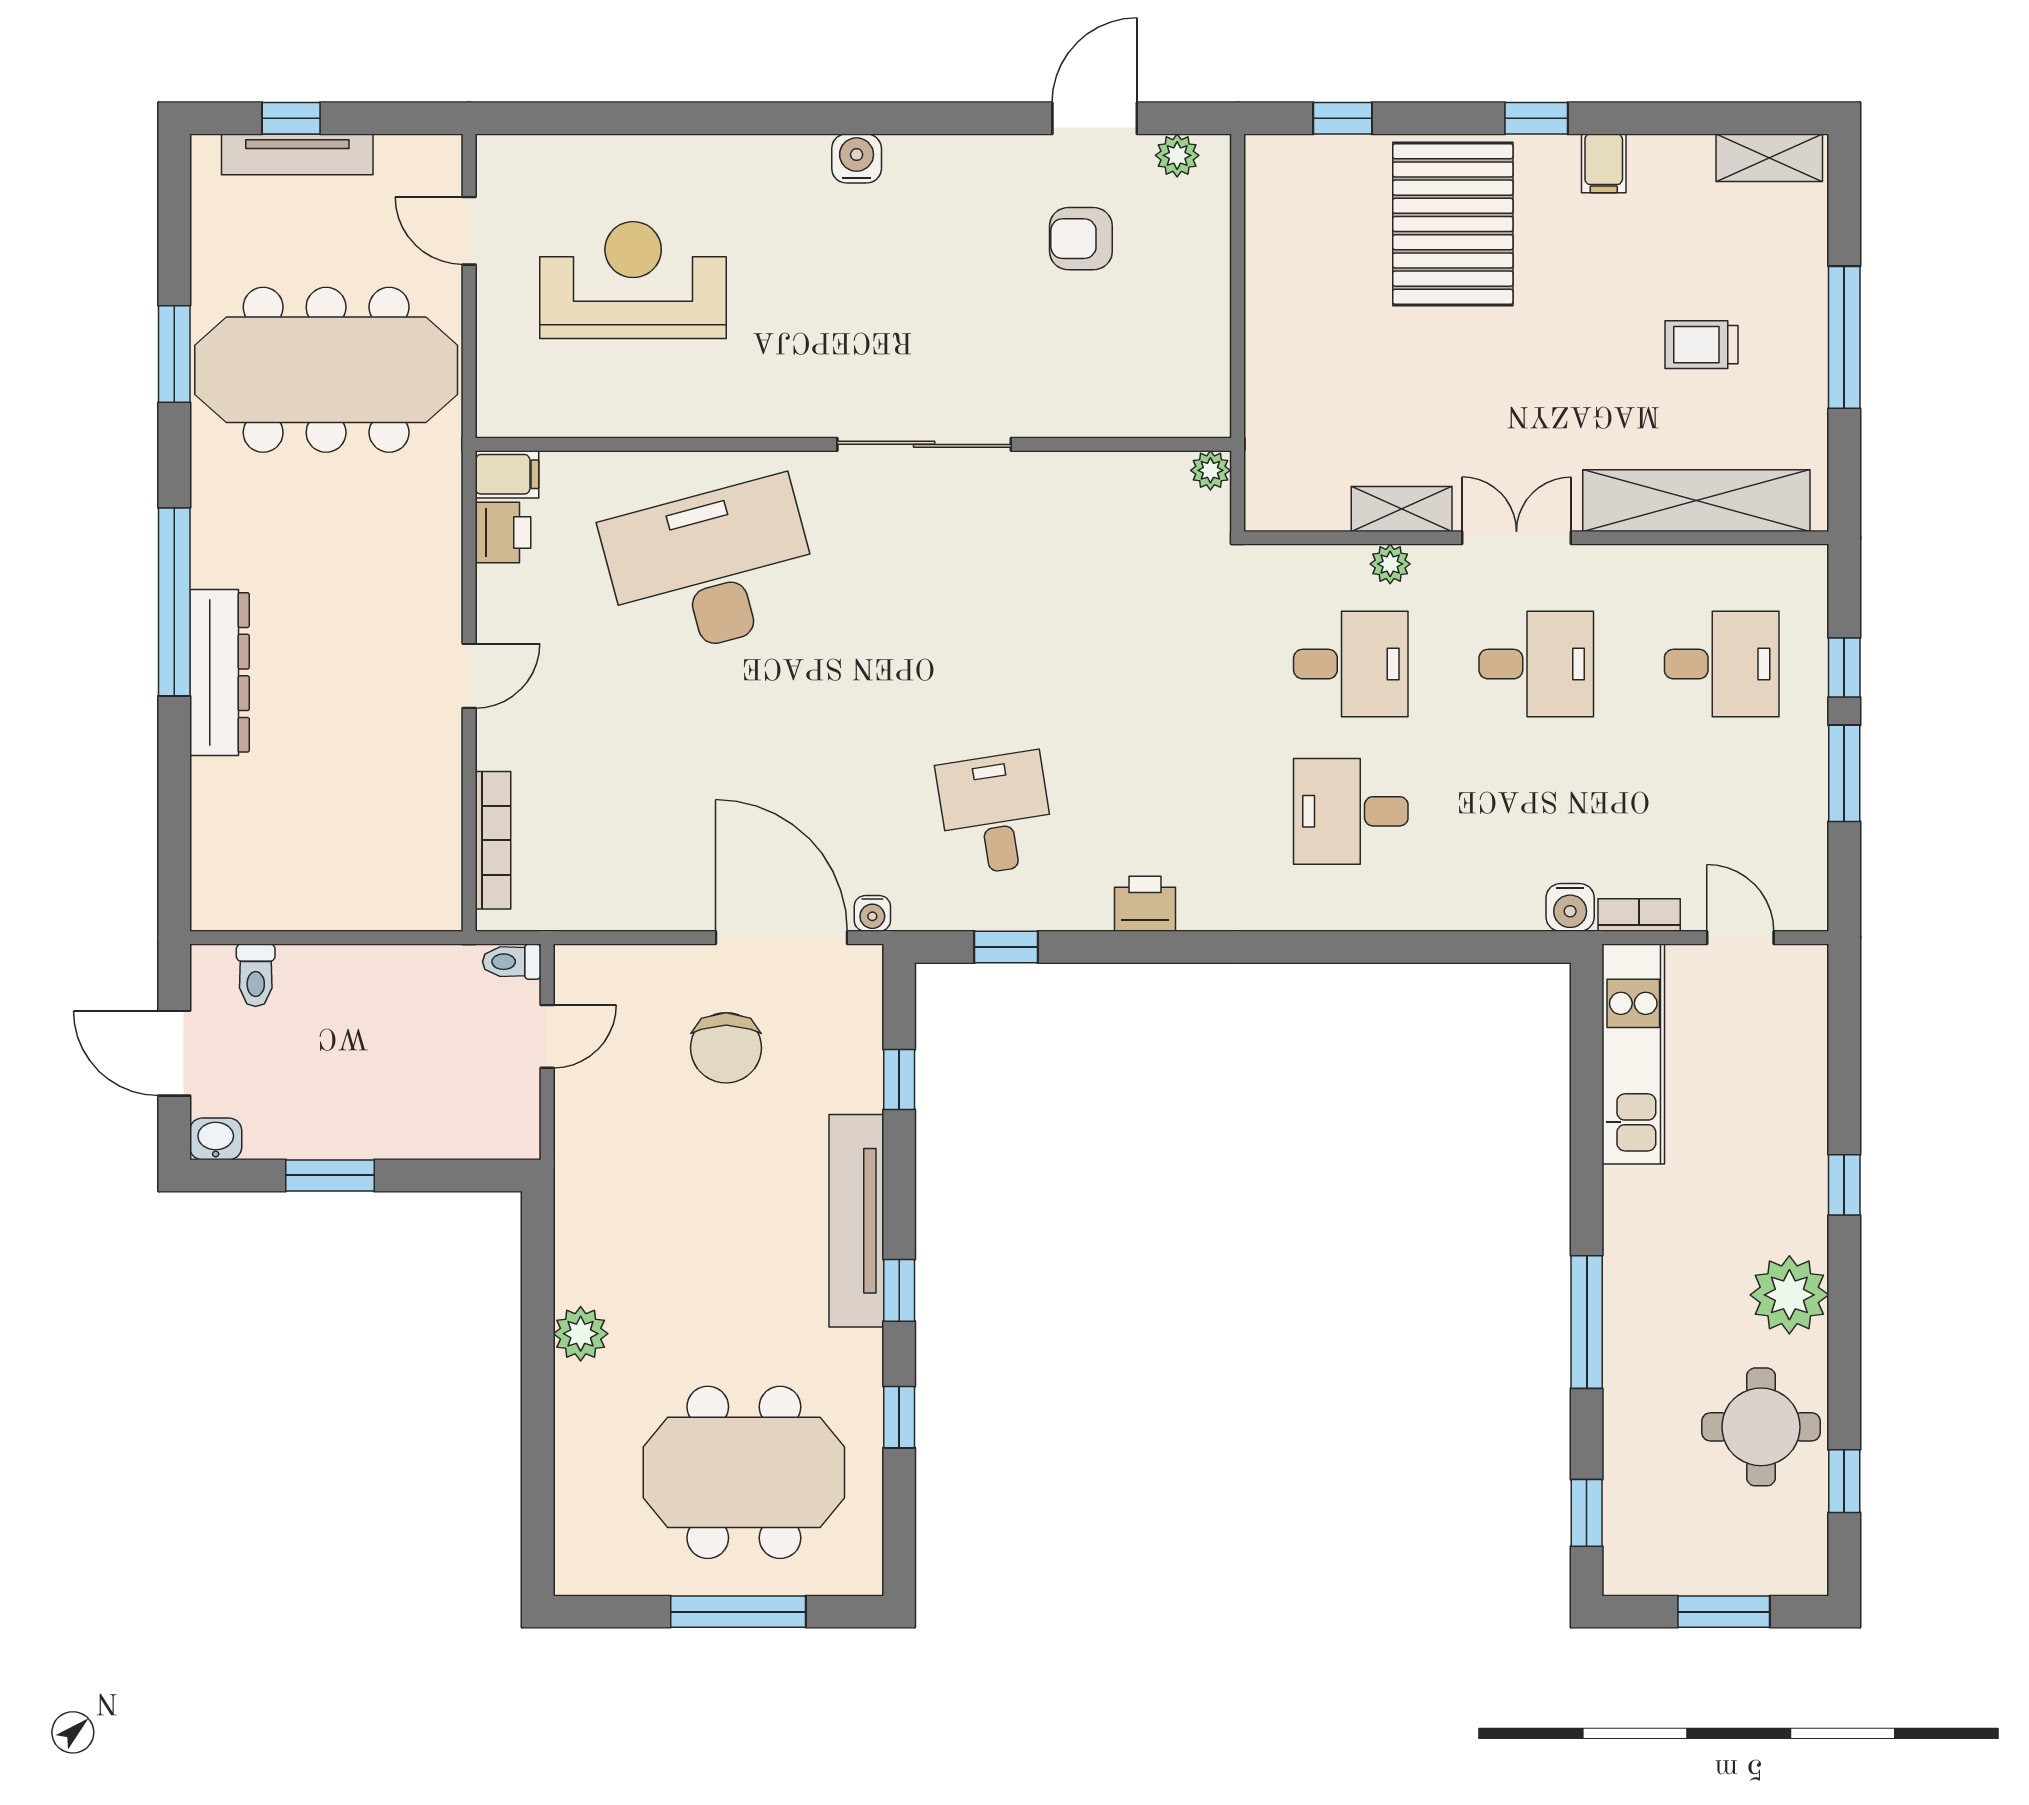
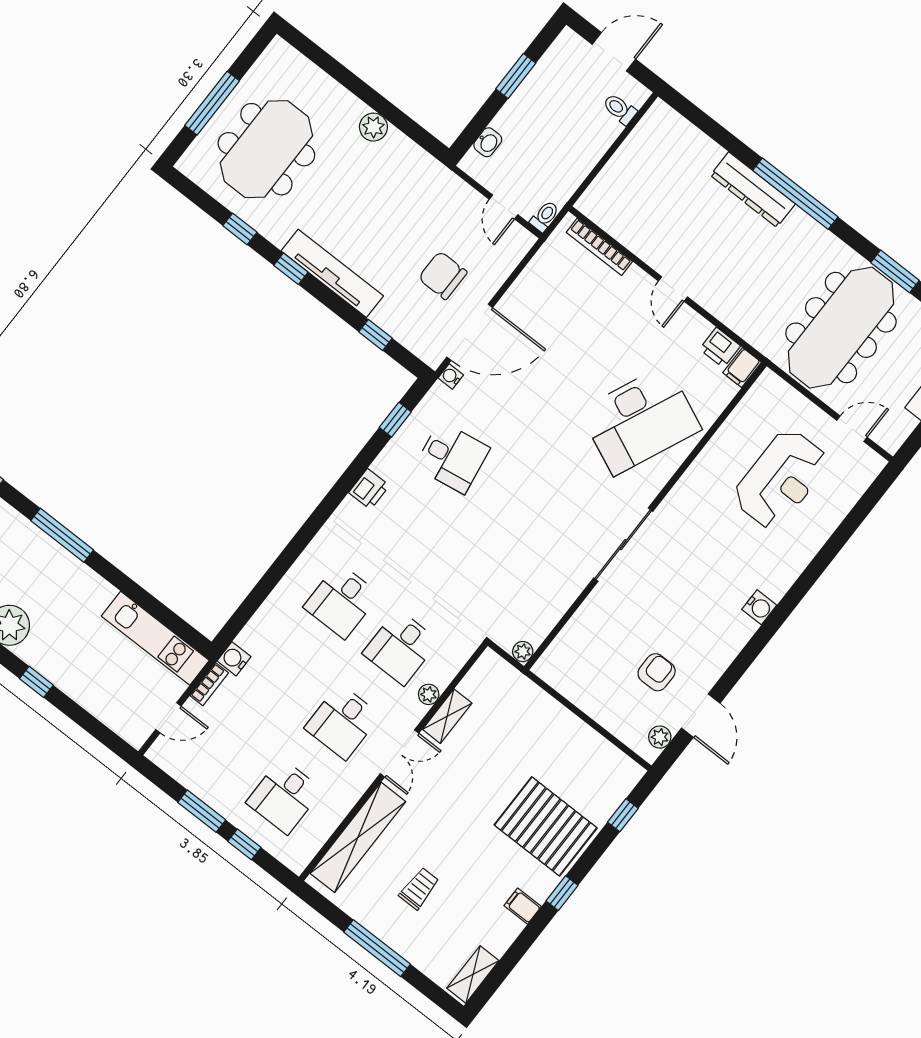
desk: (711, 568) -> (640, 420), turned 39
desk: (1351, 811) -> (342, 601), turned 180
washbasin: (216, 1139) -> (488, 142), moved

